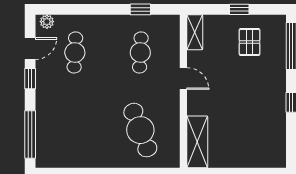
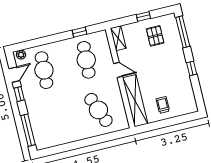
cafe table: (75, 52) -> (44, 70), width x1.37, depth x1.35
cafe table: (140, 52) -> (86, 60), width x1.37, depth x1.35
shelving: (197, 142) -> (135, 101), width x1.47
trolley: (236, 146) -> (163, 105), added

